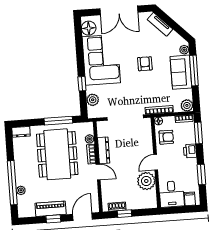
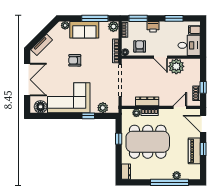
window: (194, 71) -> (95, 18), moved
window: (58, 121) -> (119, 139), width x0.46
door: (98, 172) -> (180, 107), moved

